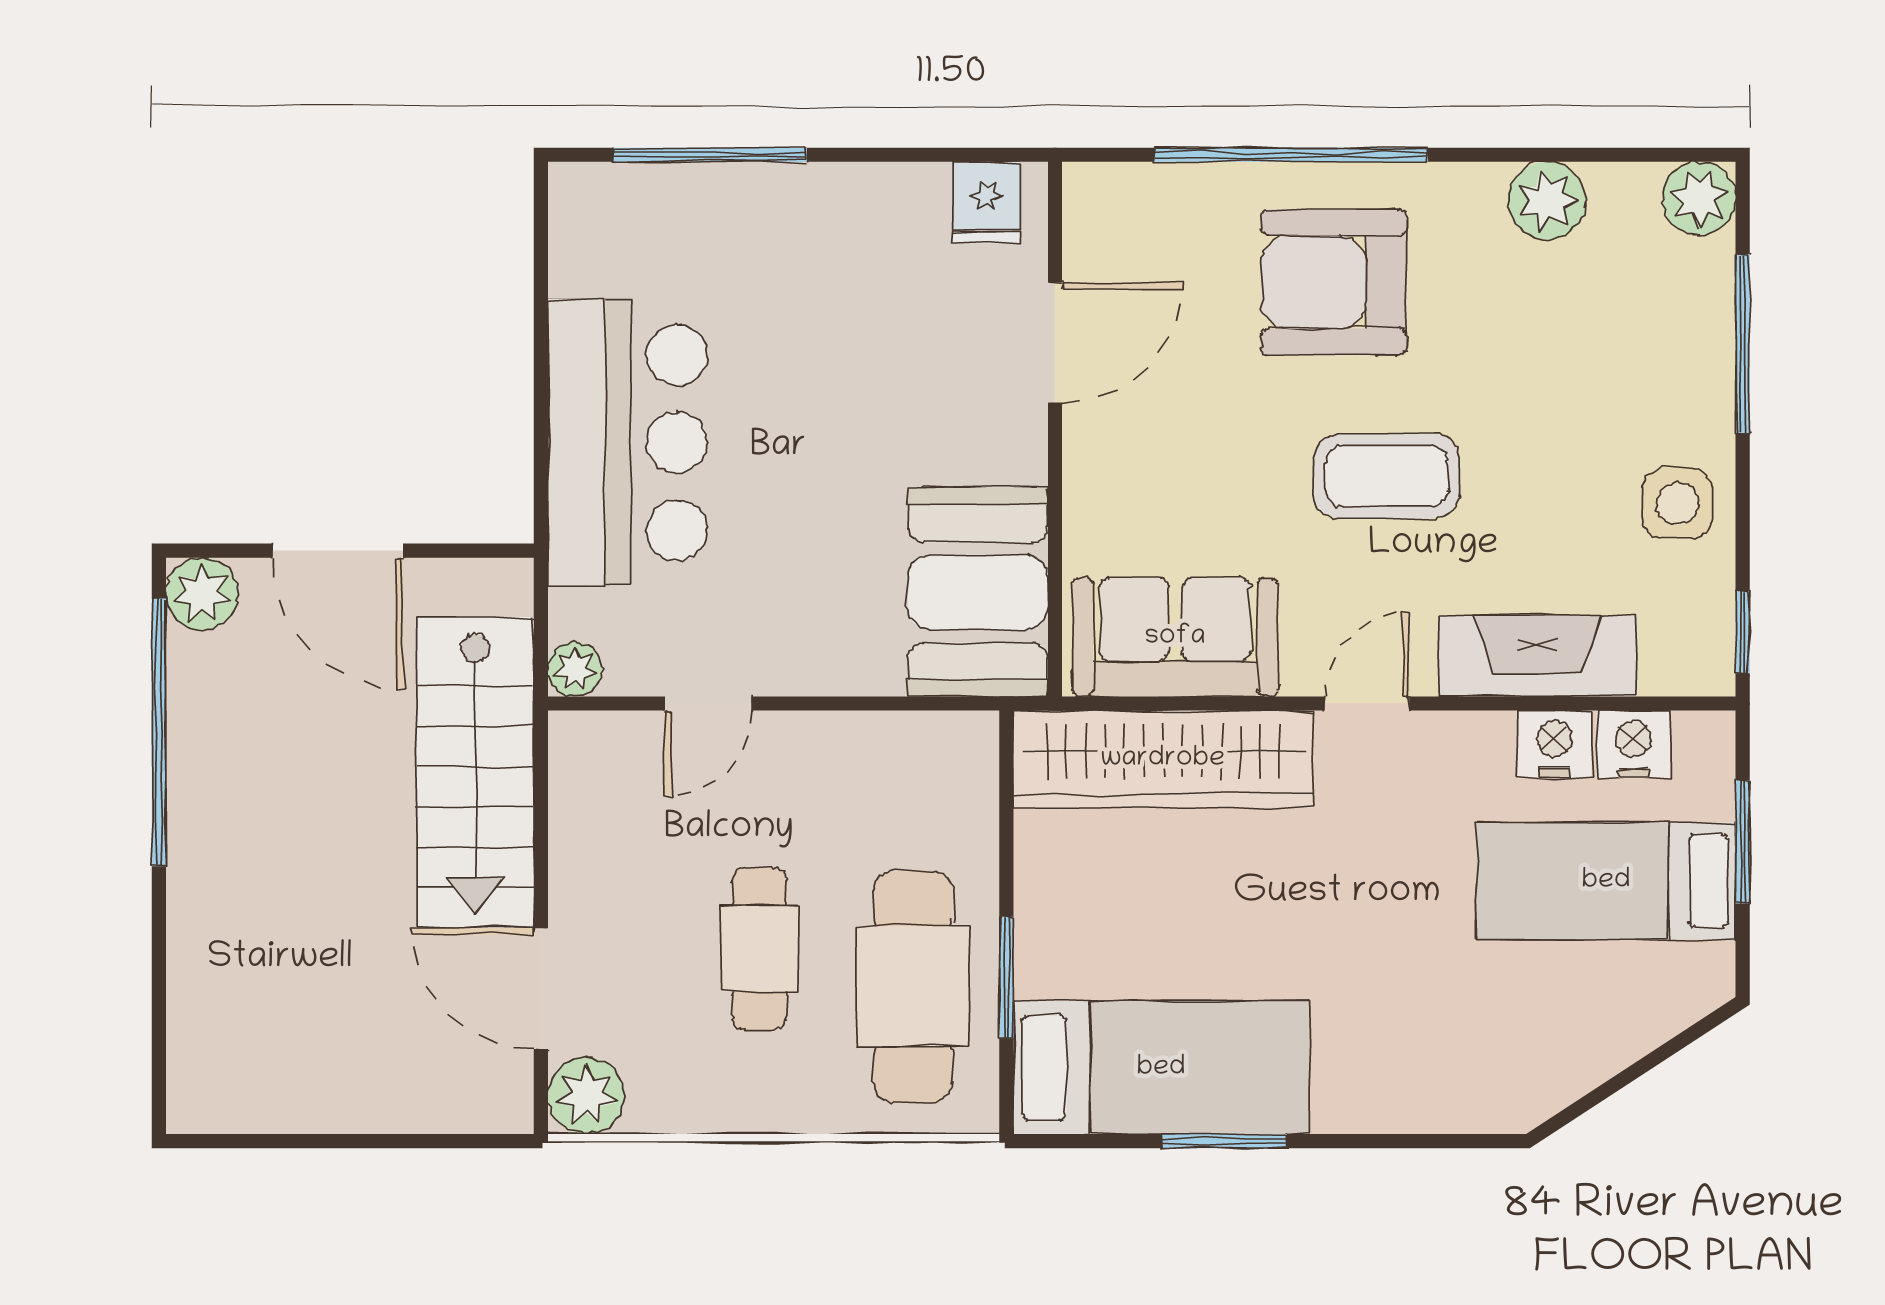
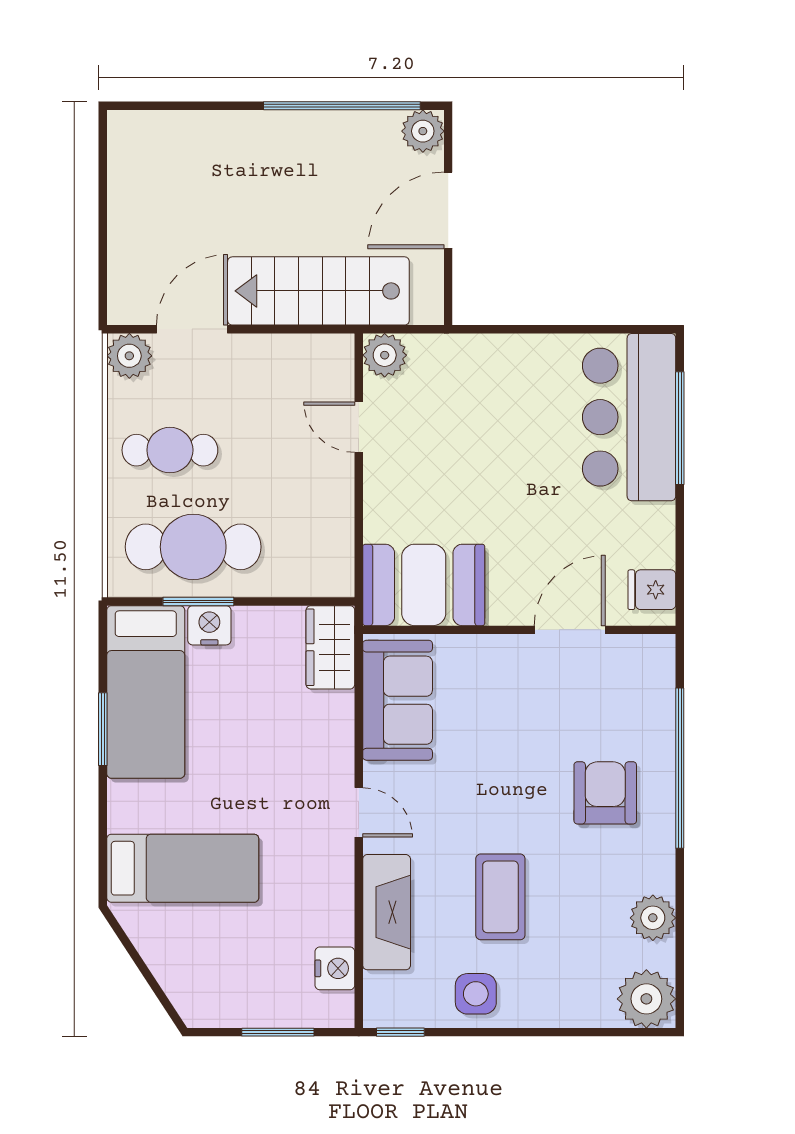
plant: (1699, 198) -> (646, 999), width x1.36, depth x1.36
armchair: (1334, 282) -> (605, 793), width x0.73, depth x0.73
door: (1055, 343) -> (570, 630), swing flipped
window: (1743, 344) -> (569, 1032), removed
bar counter: (627, 442) -> (629, 417), moved, turned 90
coffee table: (1387, 476) -> (500, 897), moved
plant: (575, 669) -> (385, 355), width x1.38, depth x1.38
nightstand: (1555, 744) -> (209, 625), moved, turned -90
wardrobe: (1163, 759) -> (330, 647), width x0.48, depth x0.85
bed: (1606, 881) -> (183, 868), moved, turned 90
cafe table: (759, 949) -> (170, 450), moved

